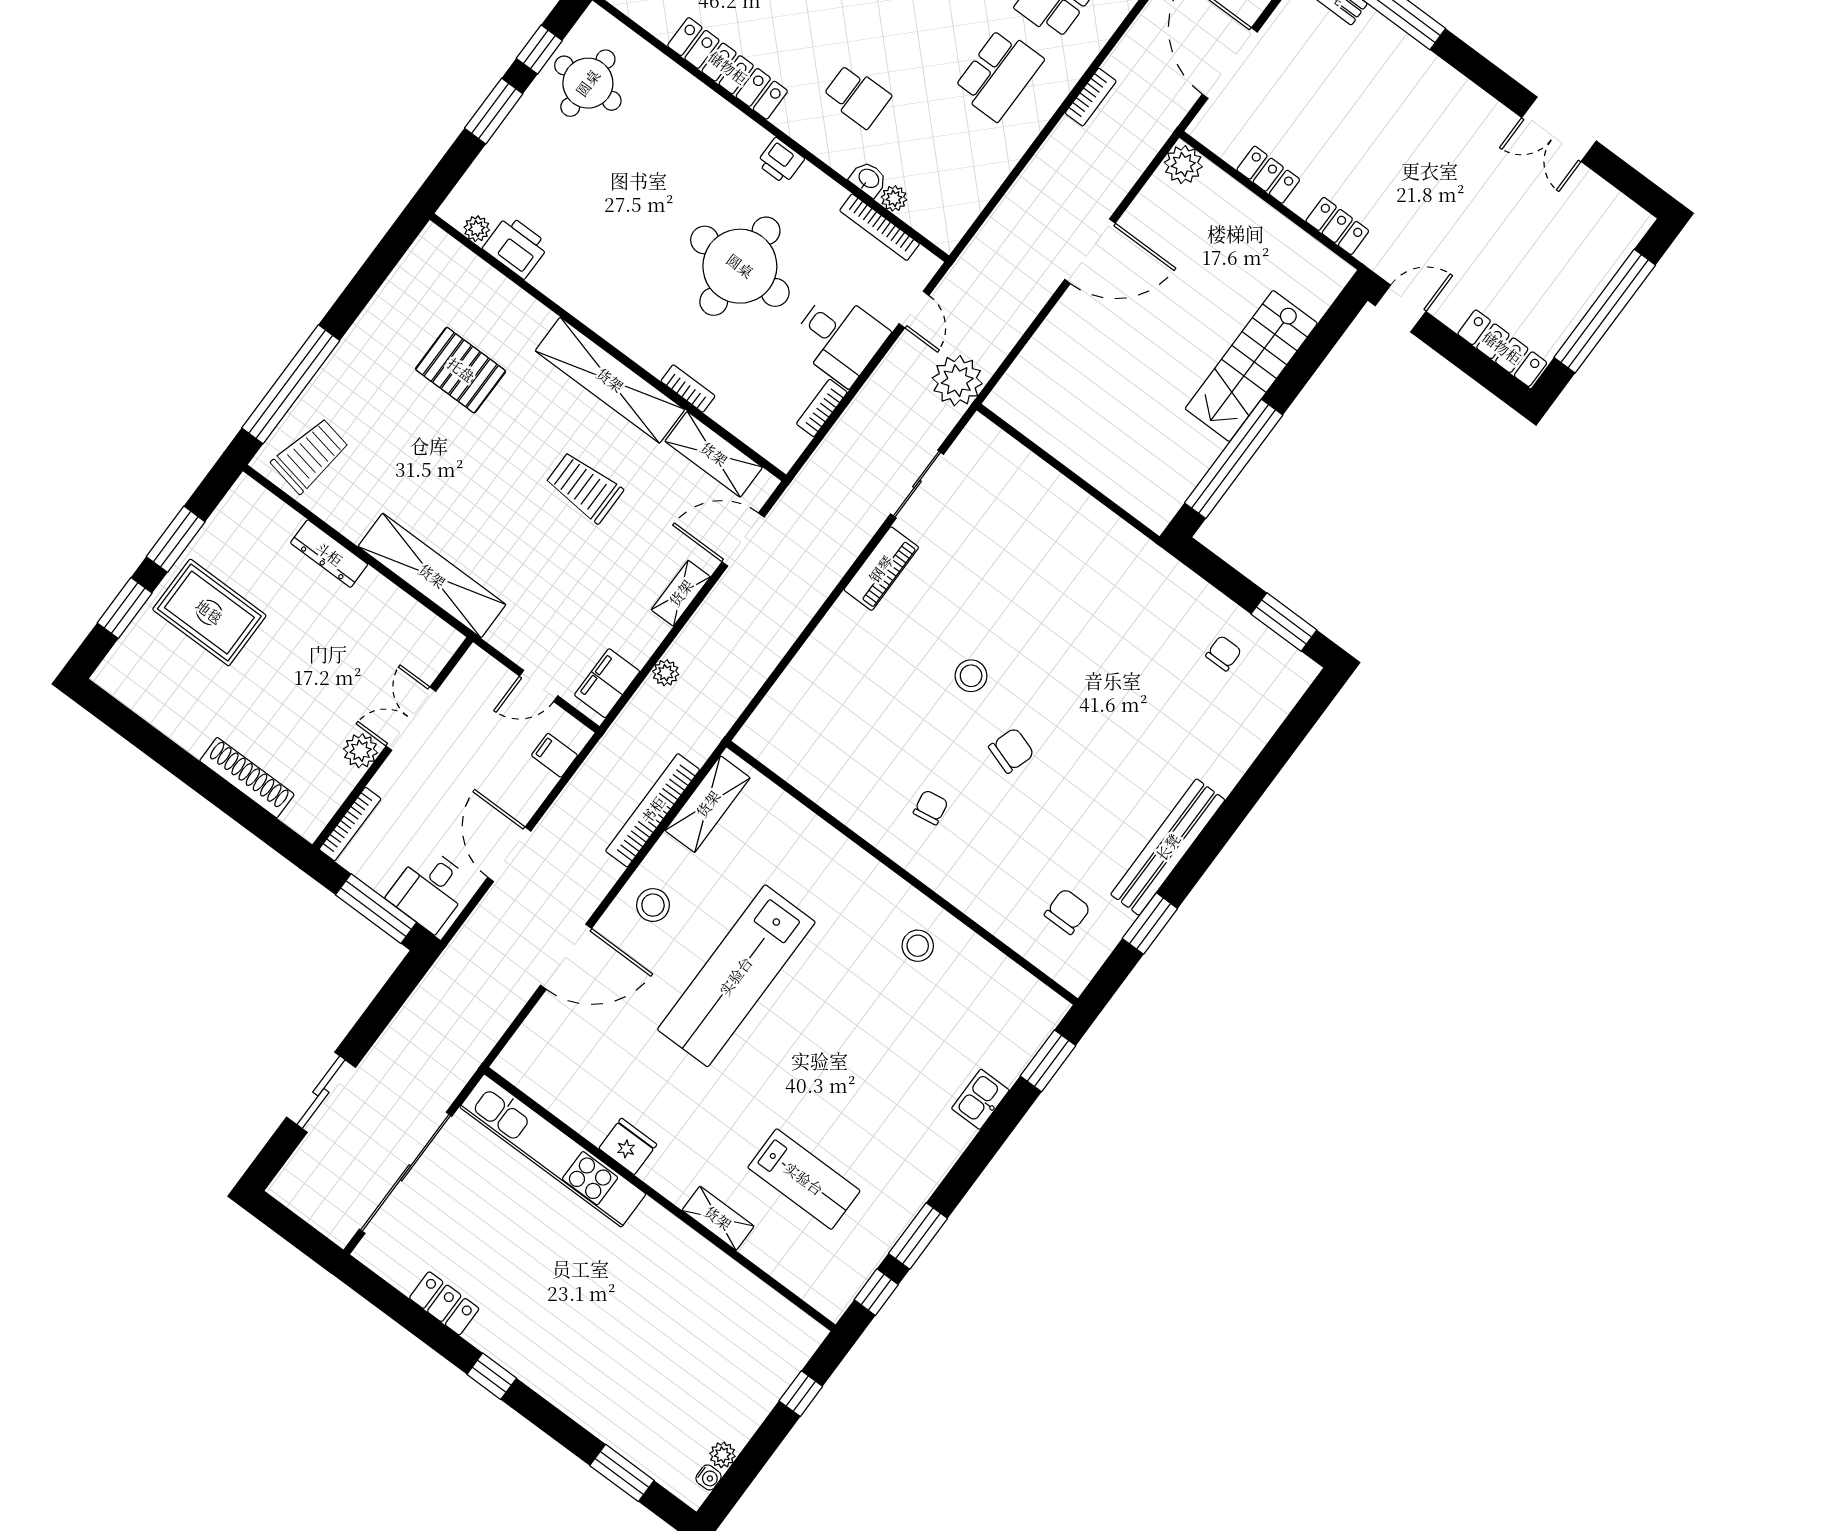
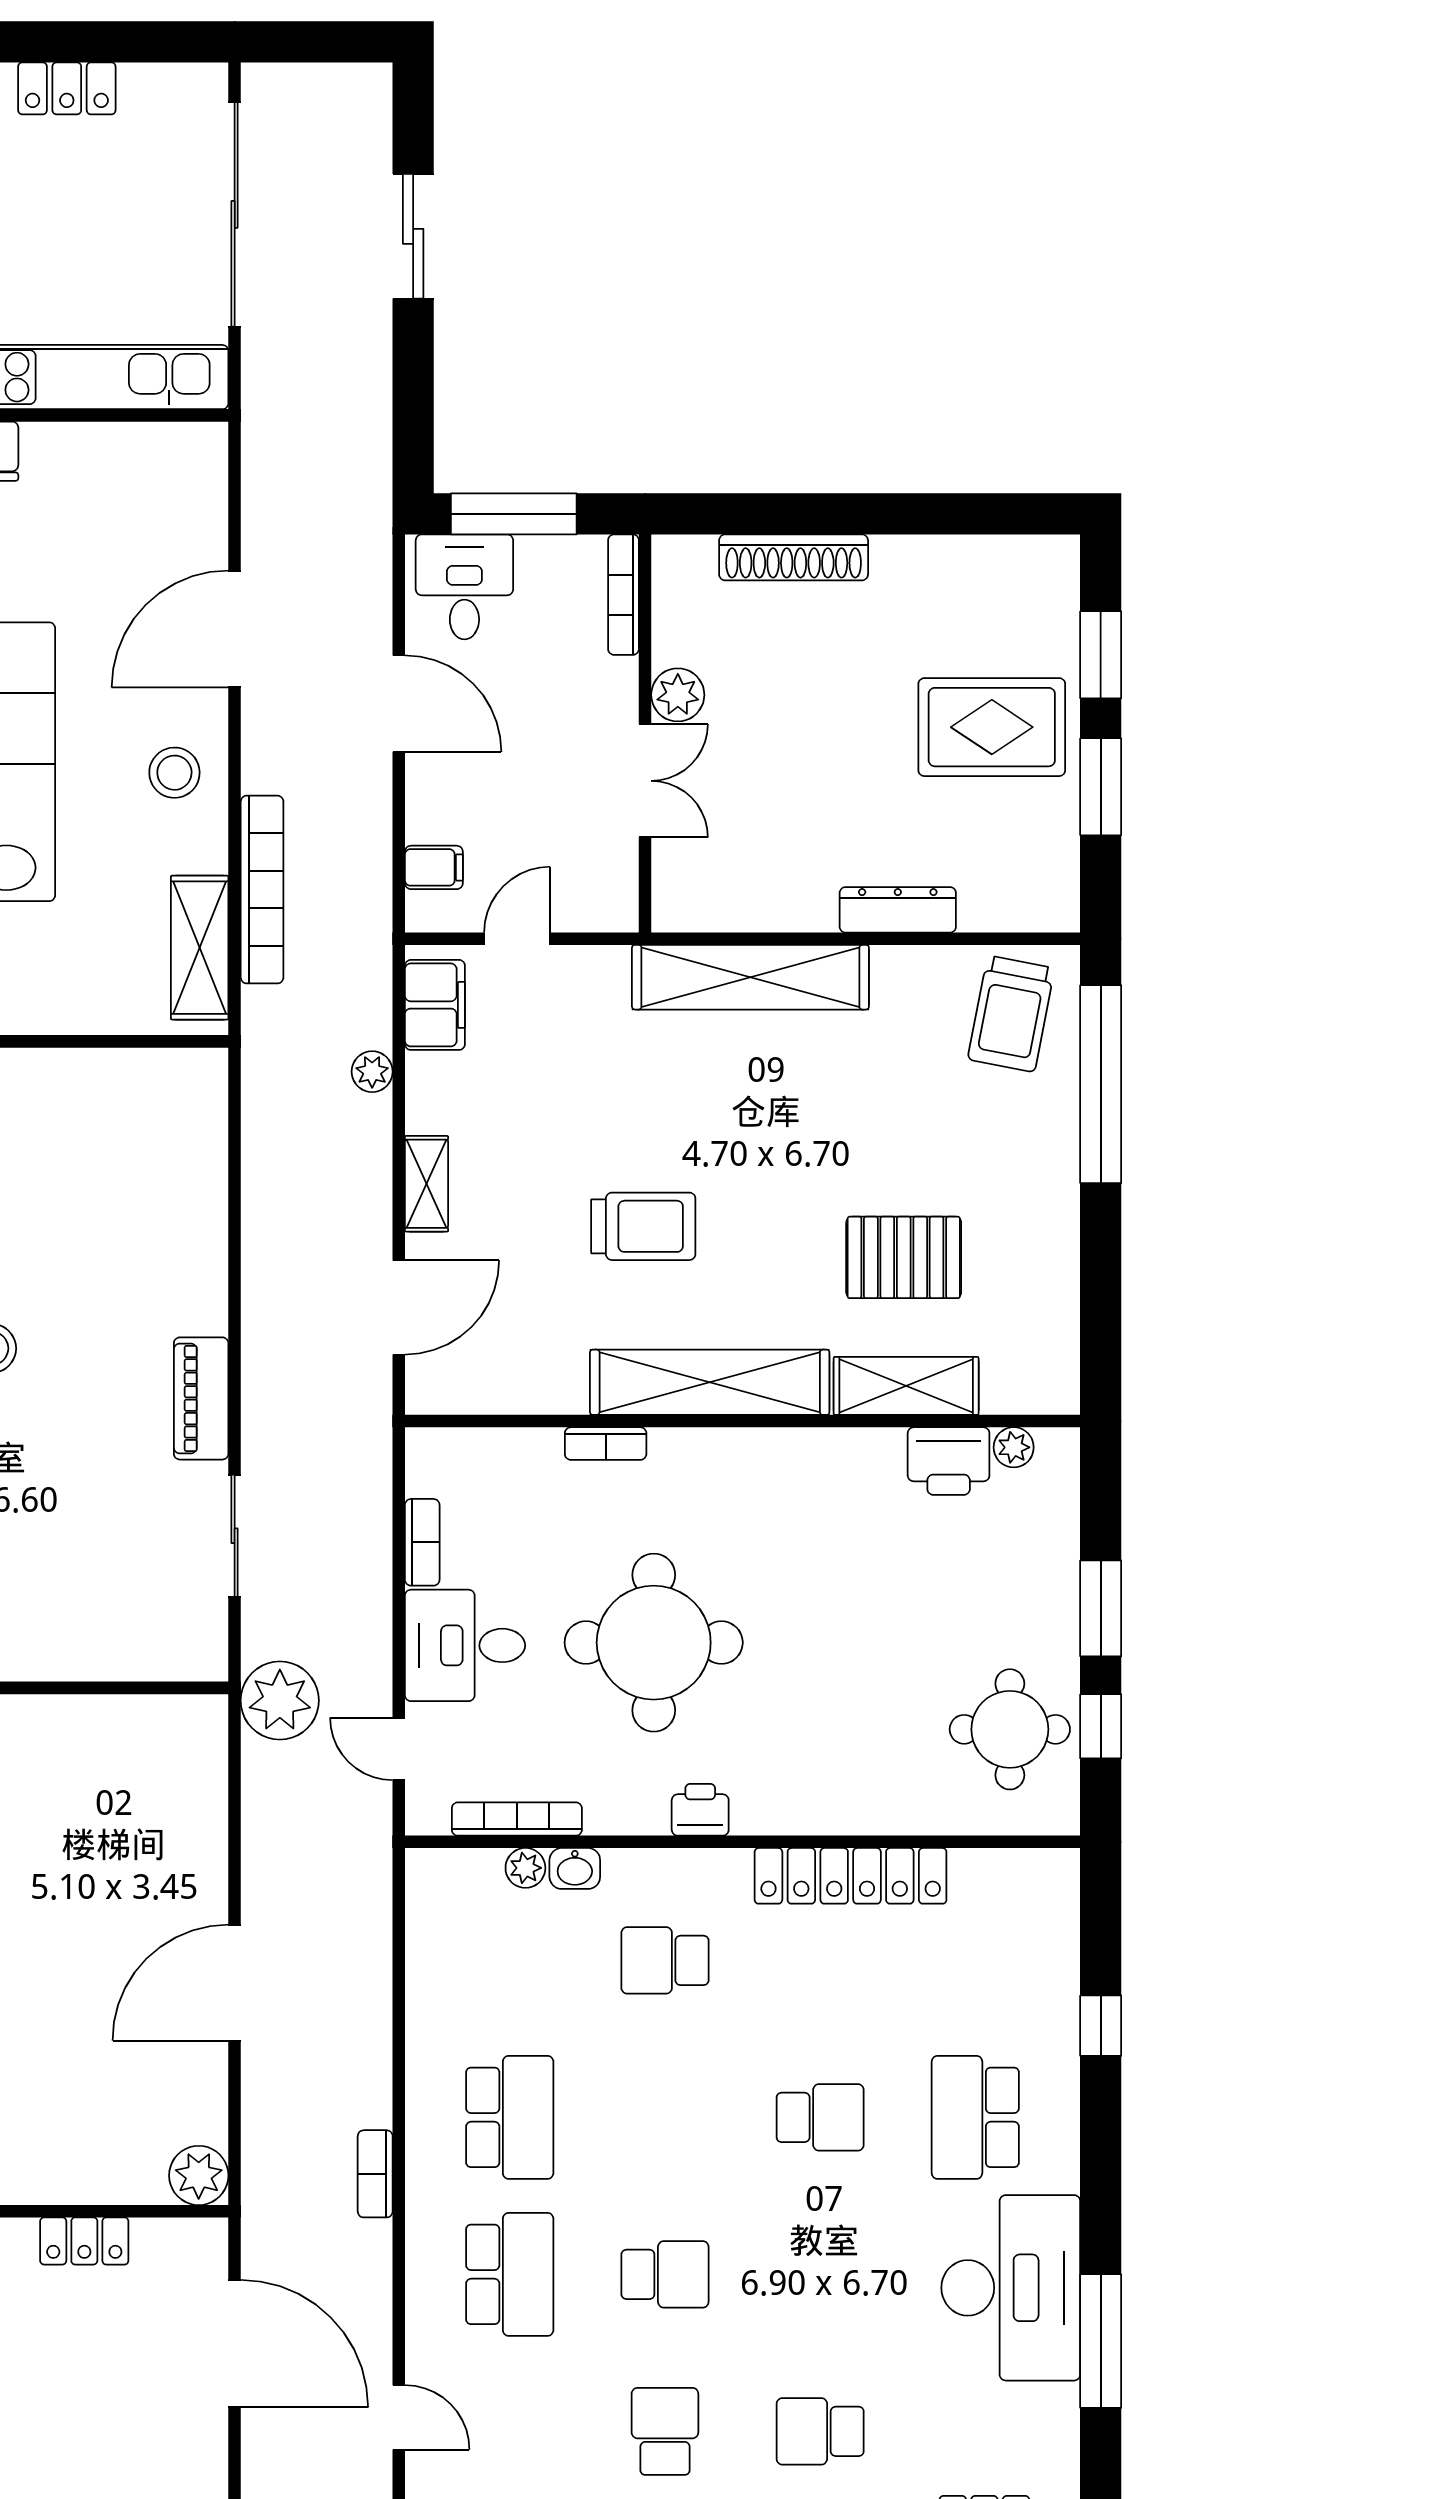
school desk: (999, 74) -> (510, 2117), turned 180
shelving: (714, 454) -> (906, 1386), moved

